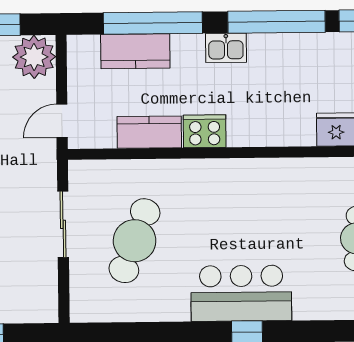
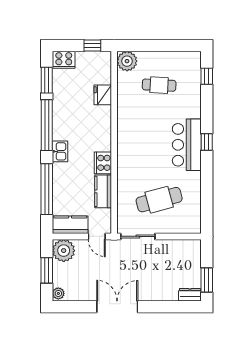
kitchen counter: (135, 51) -> (70, 225), moved, turned -90
sliding door: (63, 224) -> (138, 236), moved
cafe table: (135, 241) -> (159, 200), turned -36

